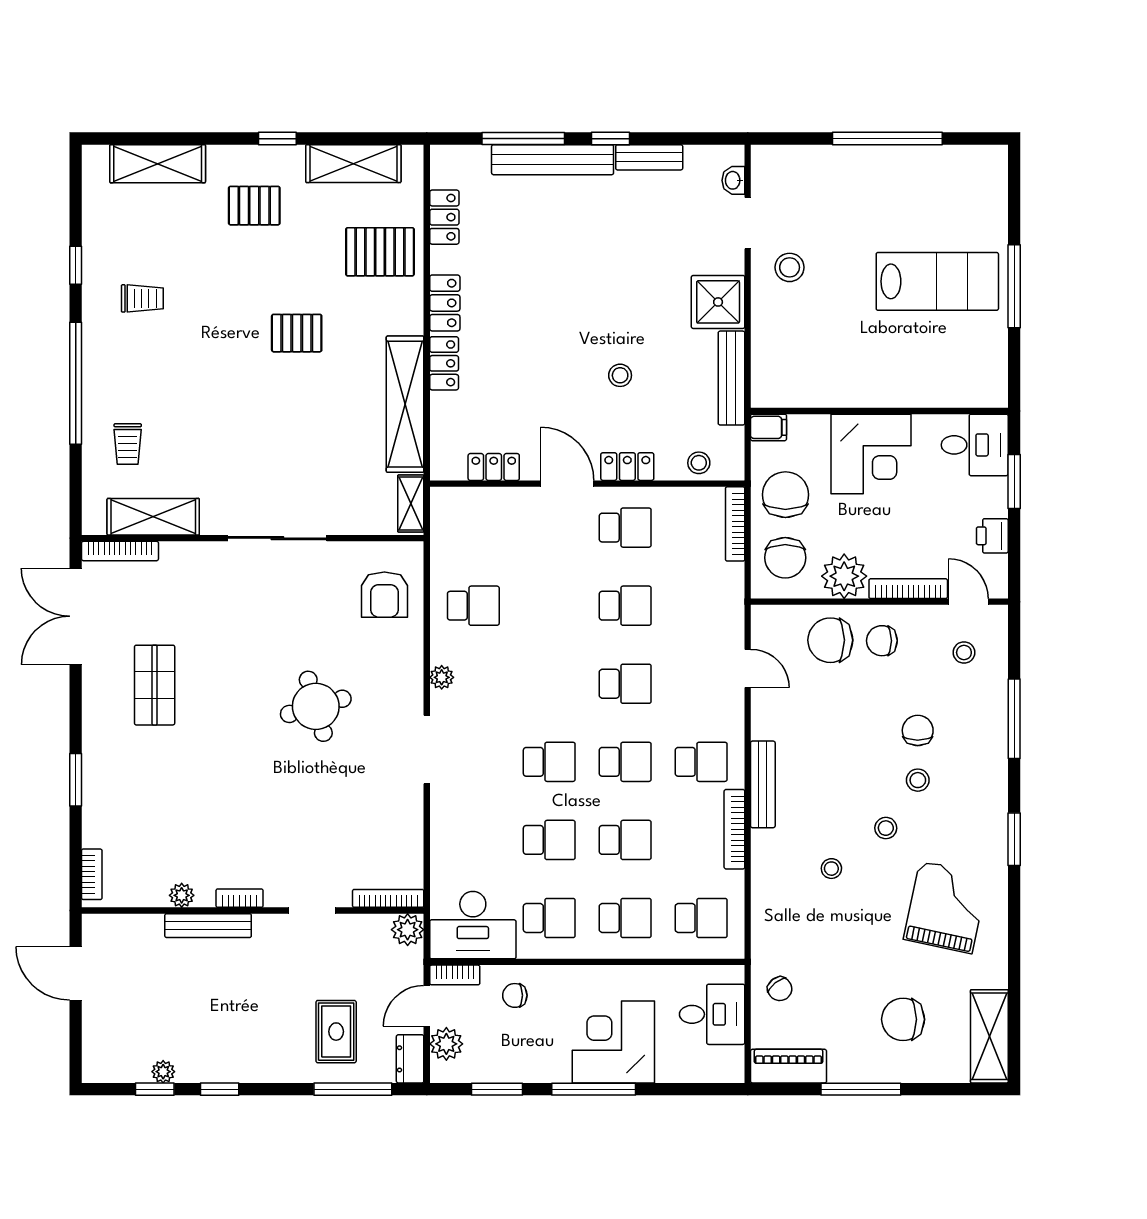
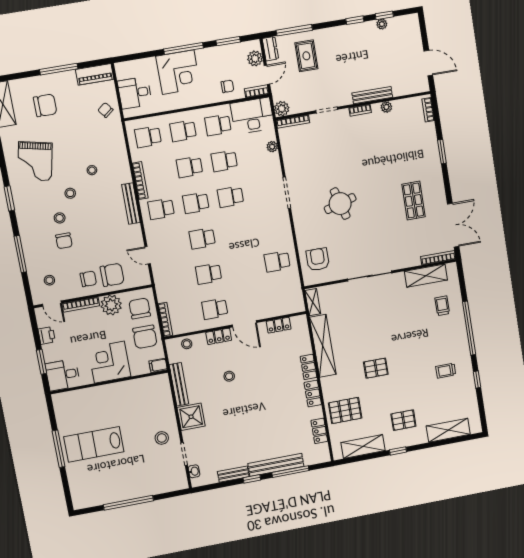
plant: (442, 677) -> (272, 147), moved

